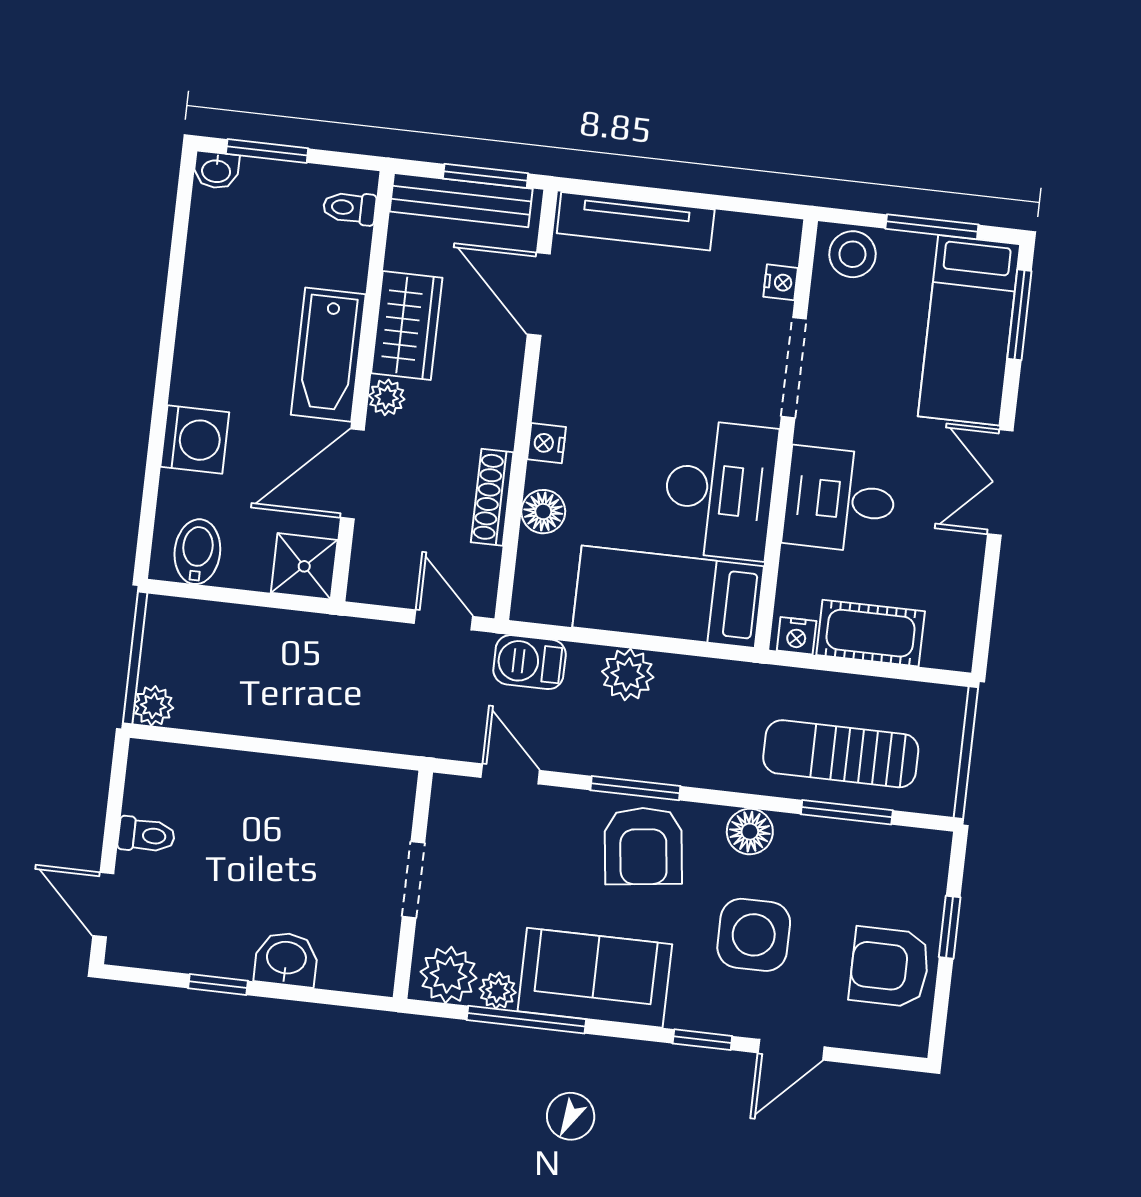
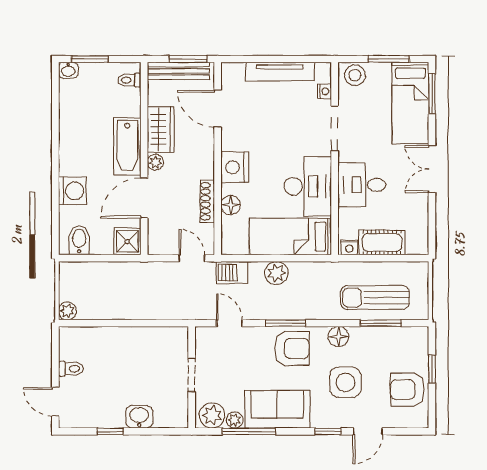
tv unit: (636, 221) -> (280, 72), moved
nightstand: (547, 443) -> (235, 167), width x1.89, depth x1.79
armchair: (643, 846) -> (292, 348), turned -83

